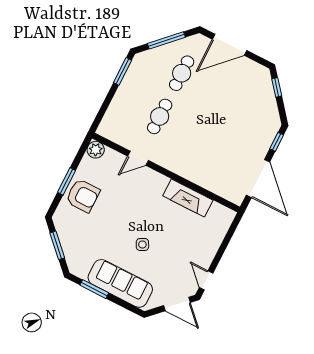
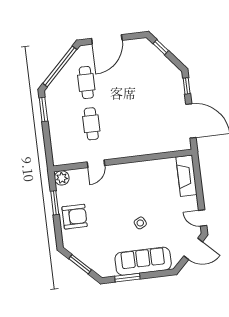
window: (166, 40) -> (60, 66), width x1.46
window: (66, 181) -> (55, 203), moved
fireplace: (188, 198) -> (186, 176), moved, turned 90

